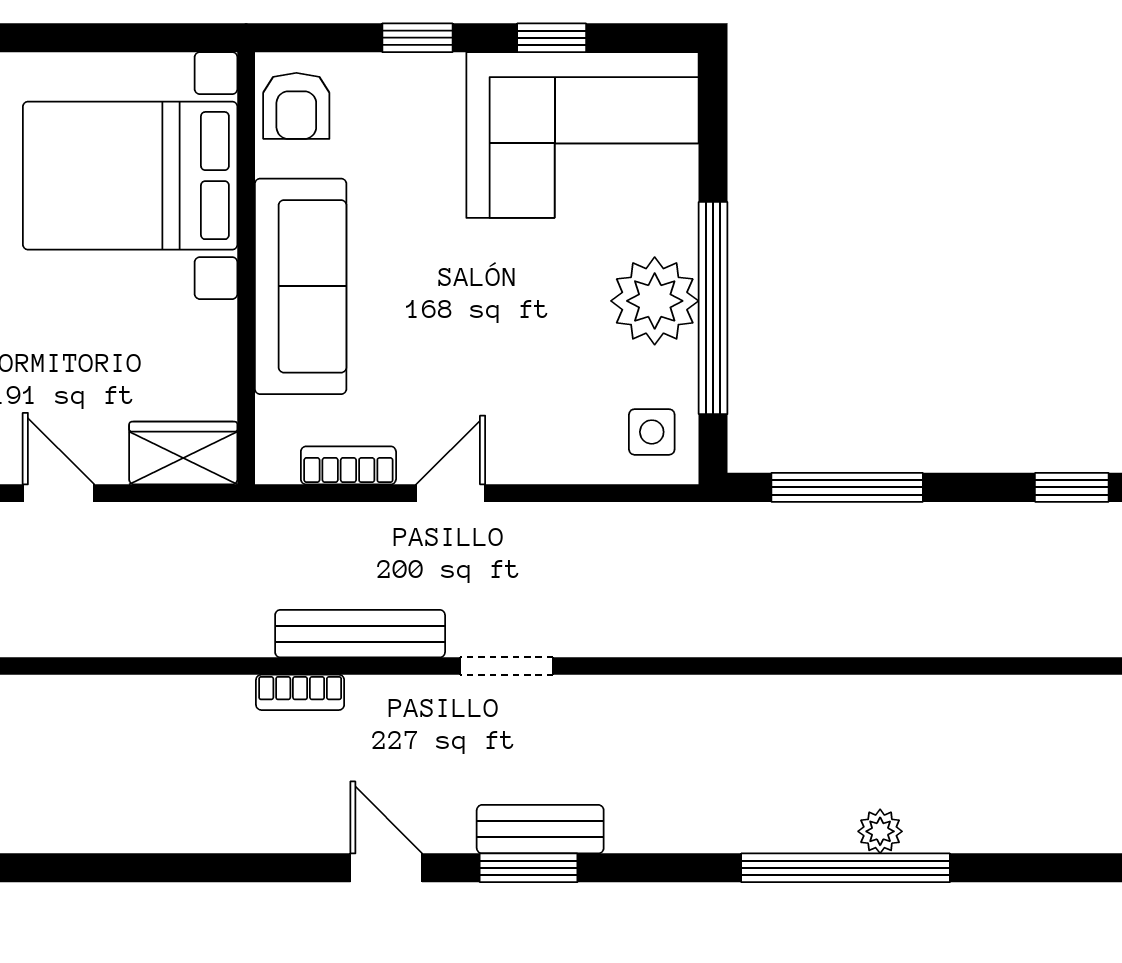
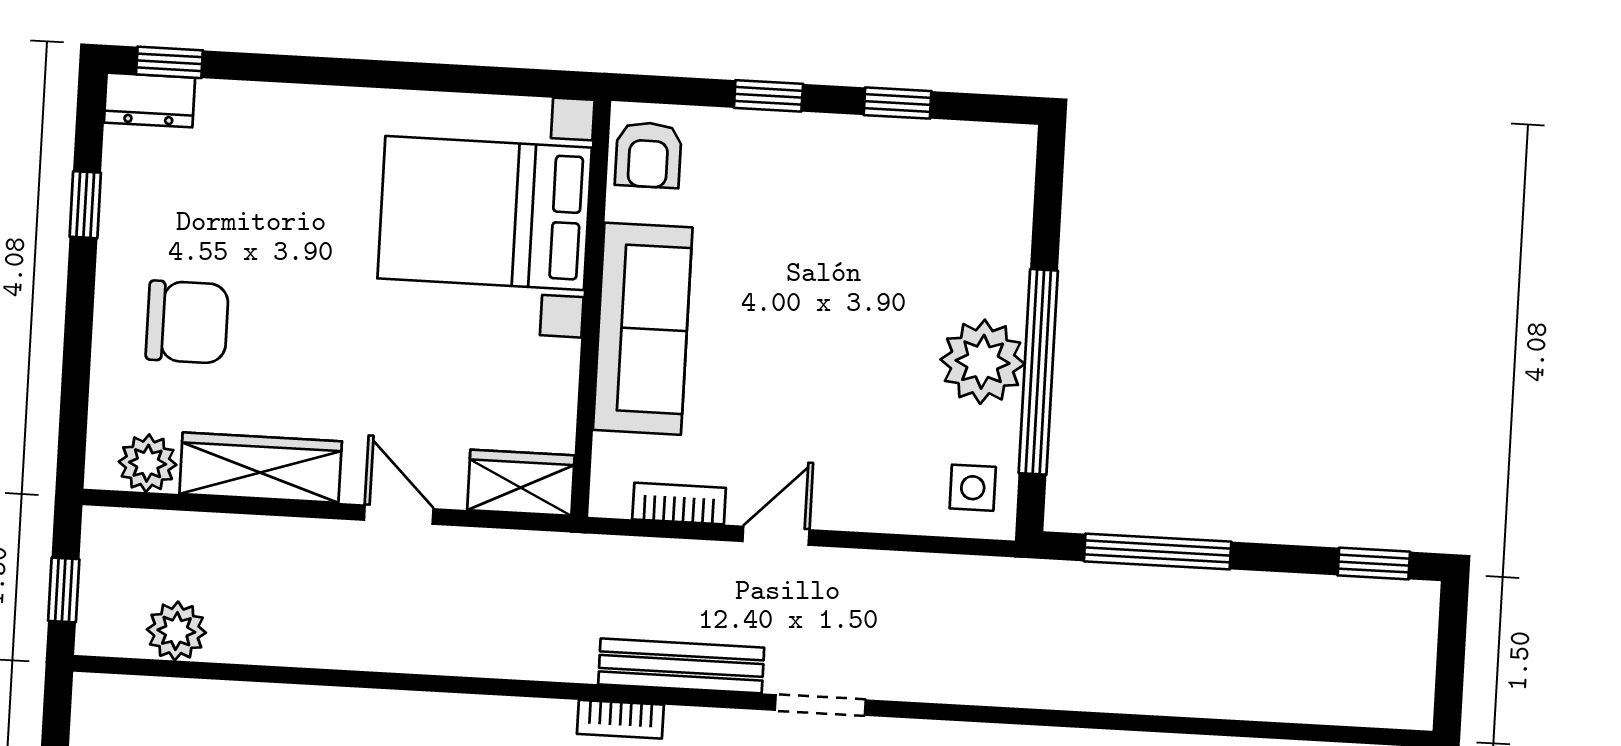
corner sofa: (582, 135) -> (922, 198), removed

